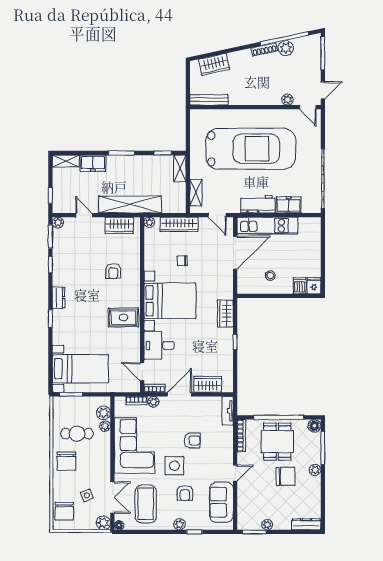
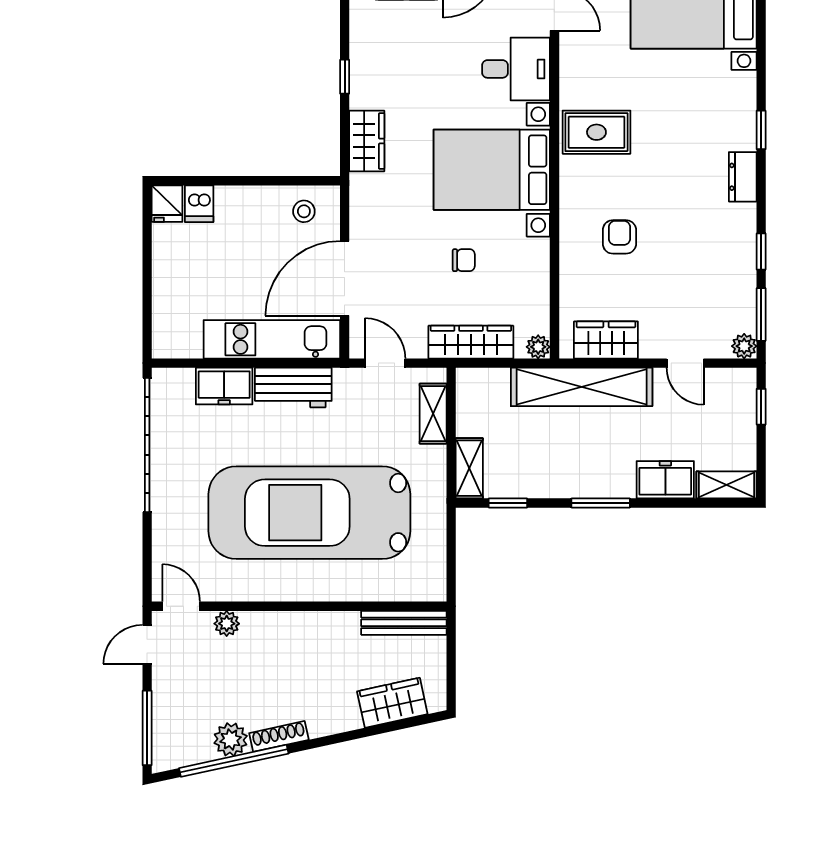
stool: (270, 275) -> (304, 211), moved

